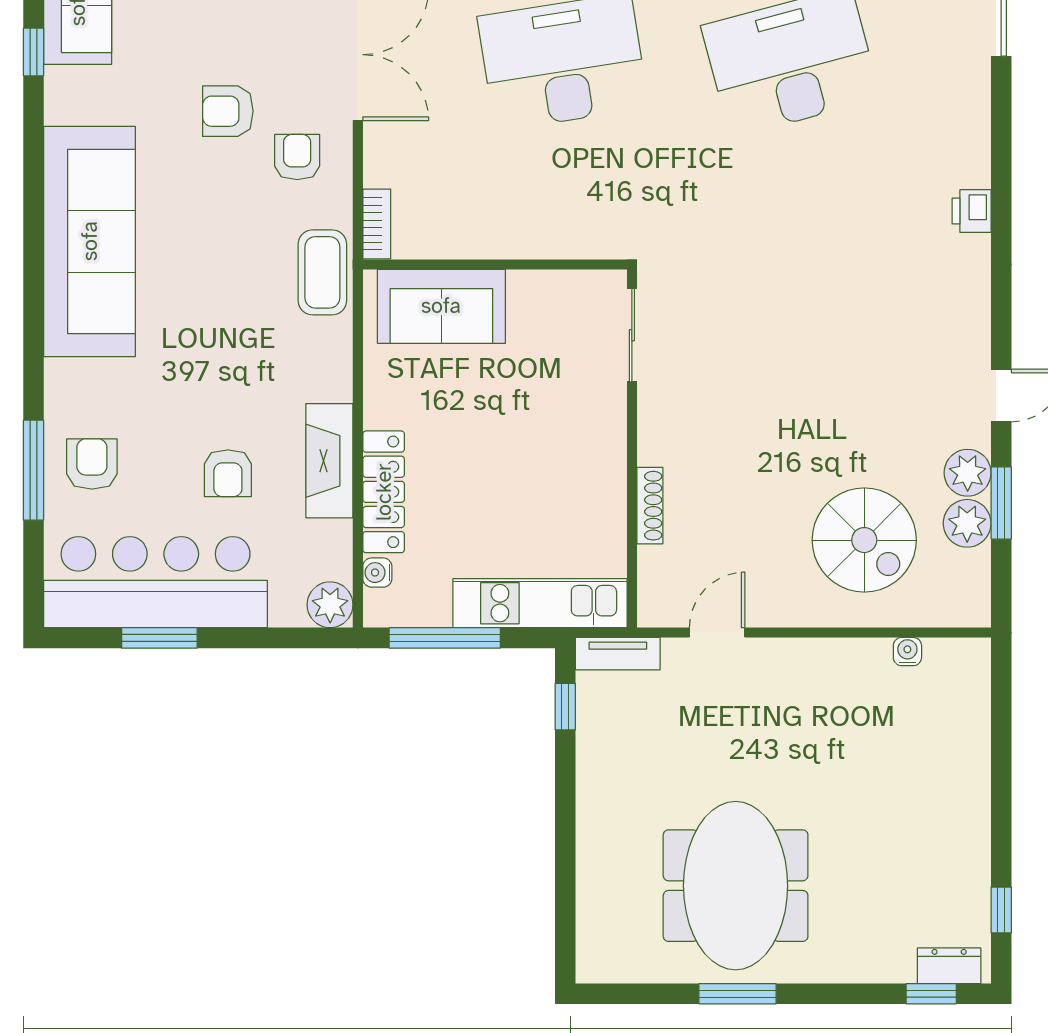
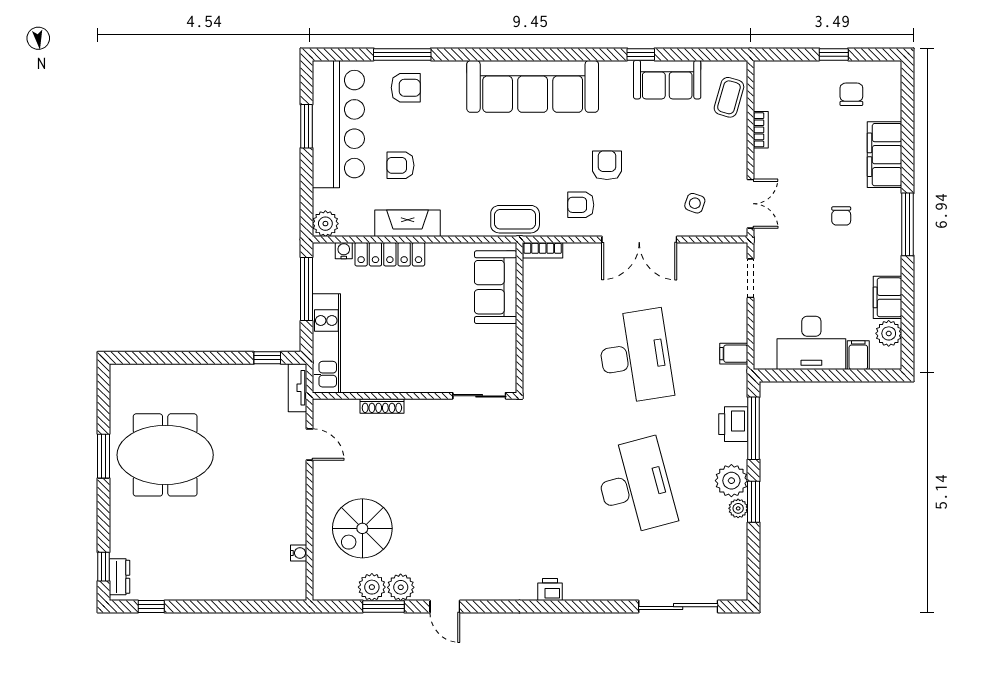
armchair: (297, 157) -> (581, 205), turned 180

